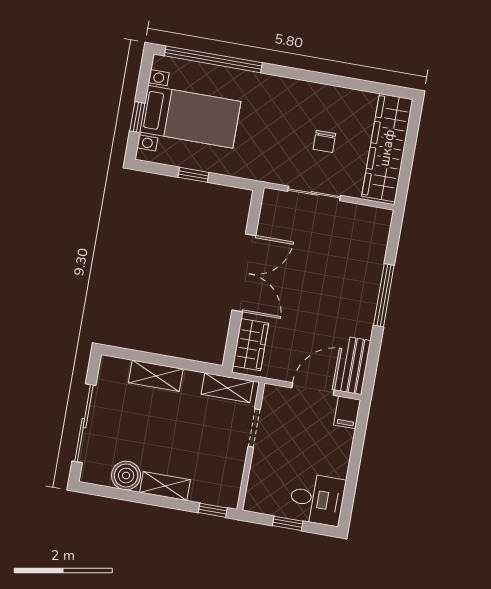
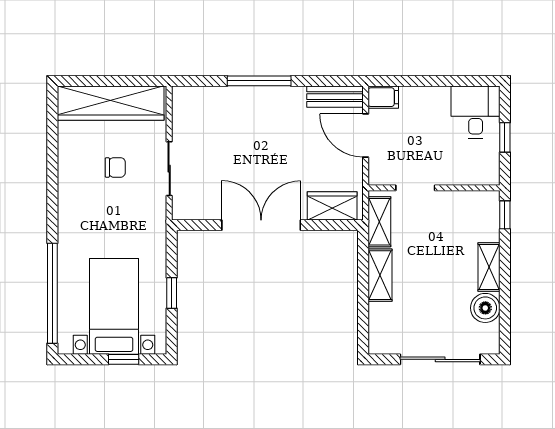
shelving: (156, 376) -> (380, 275), moved

